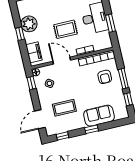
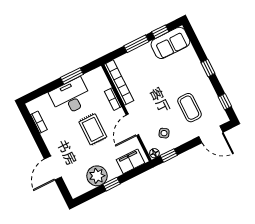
armchair: (105, 77) -> (140, 67), removed
sofa: (99, 116) -> (170, 43), moved, turned -90

